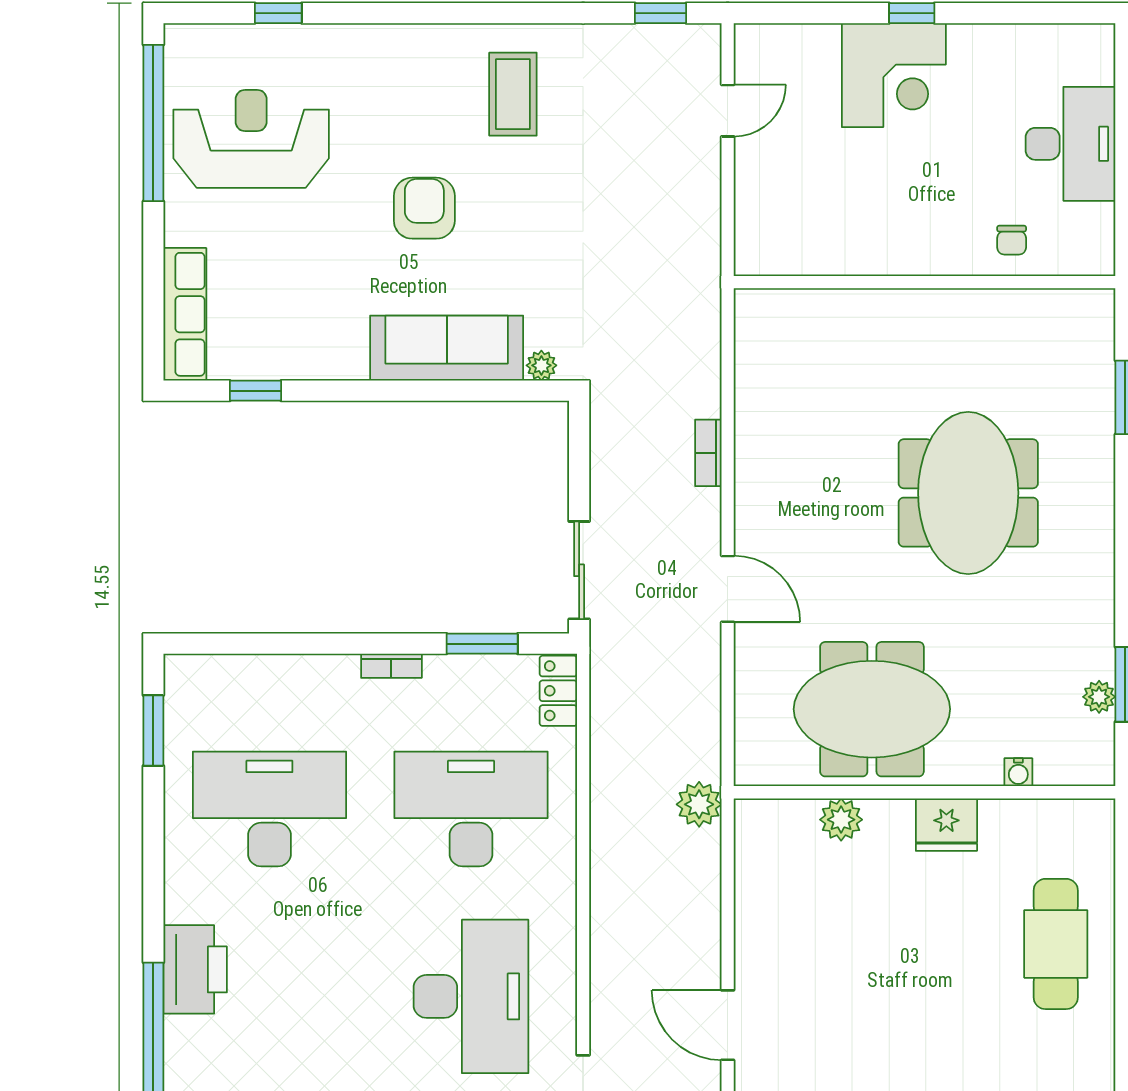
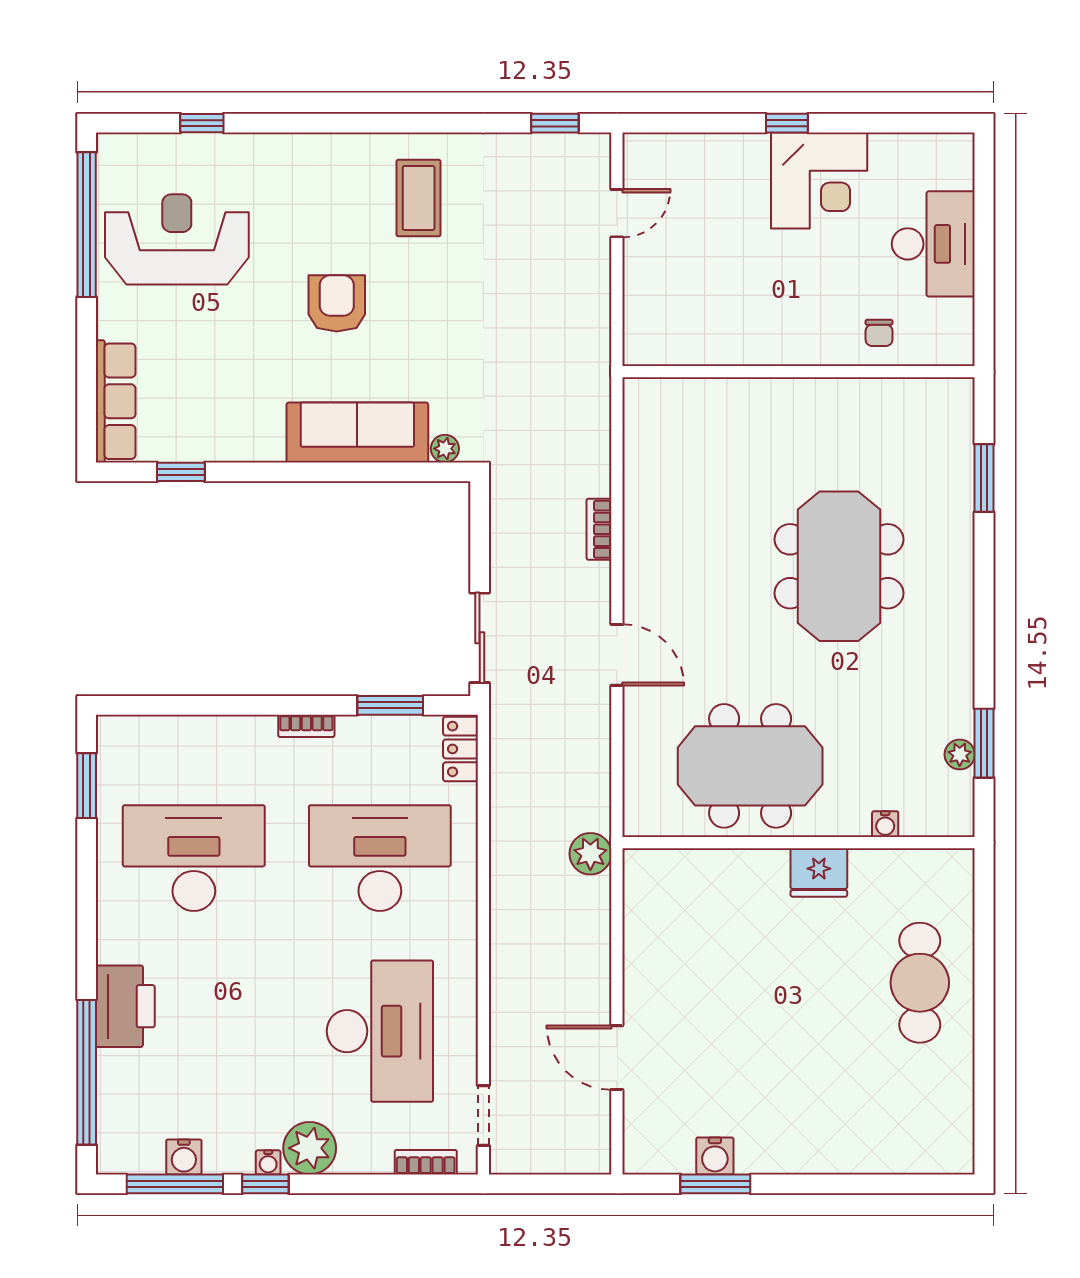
corner desk: (894, 75) -> (819, 181), moved
plant: (841, 820) -> (722, 868), removed

